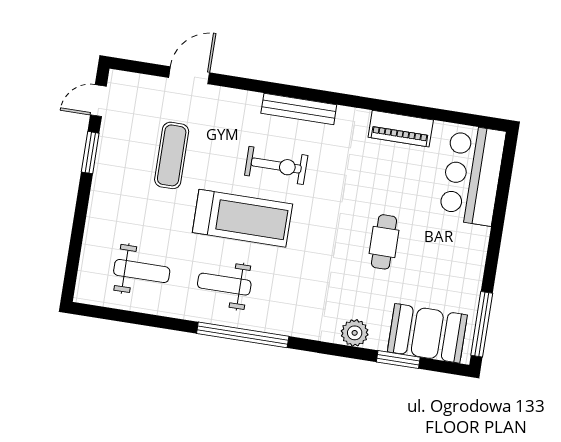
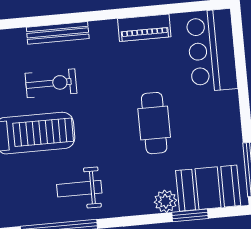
cafe table: (384, 242) -> (154, 123), width x1.37, depth x1.35
weight bench: (224, 284) -> (79, 189), moved
plant: (355, 333) -> (166, 201), moved

